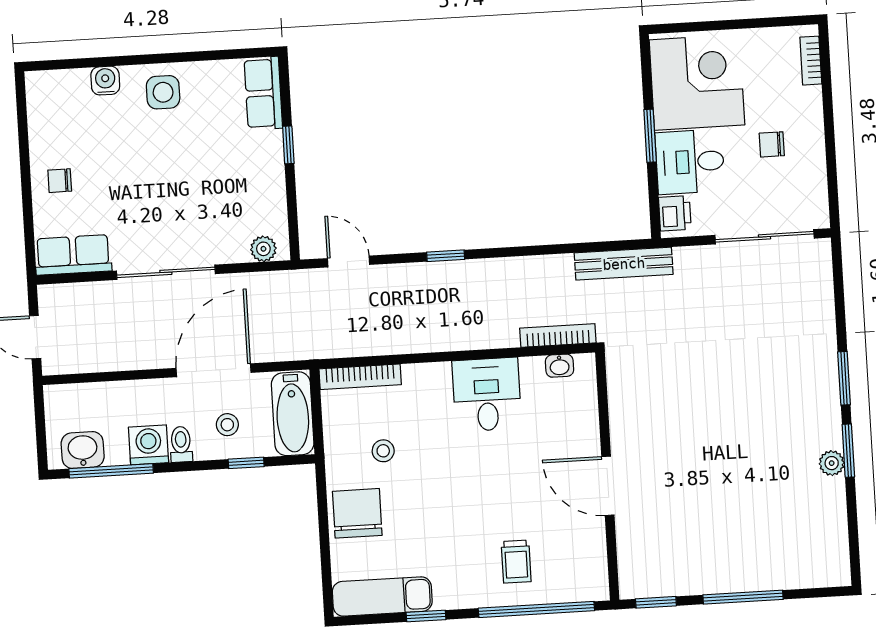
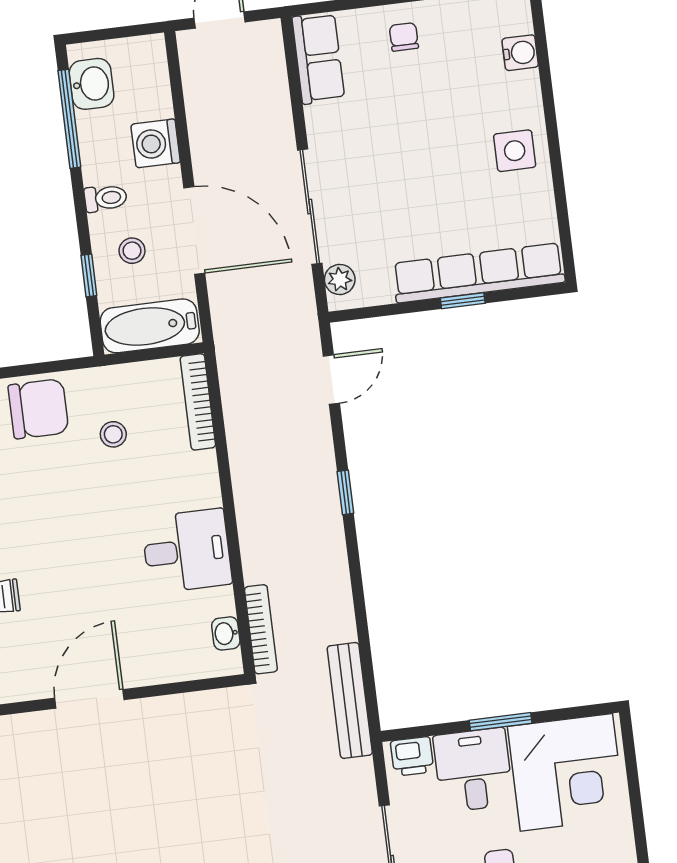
water cooler: (105, 81) -> (520, 53), moved
row of seats: (263, 93) -> (479, 273), width x2.02
sliding door: (166, 272) -> (310, 207), moved
washing machine: (149, 445) -> (156, 143), moved, turned 180

